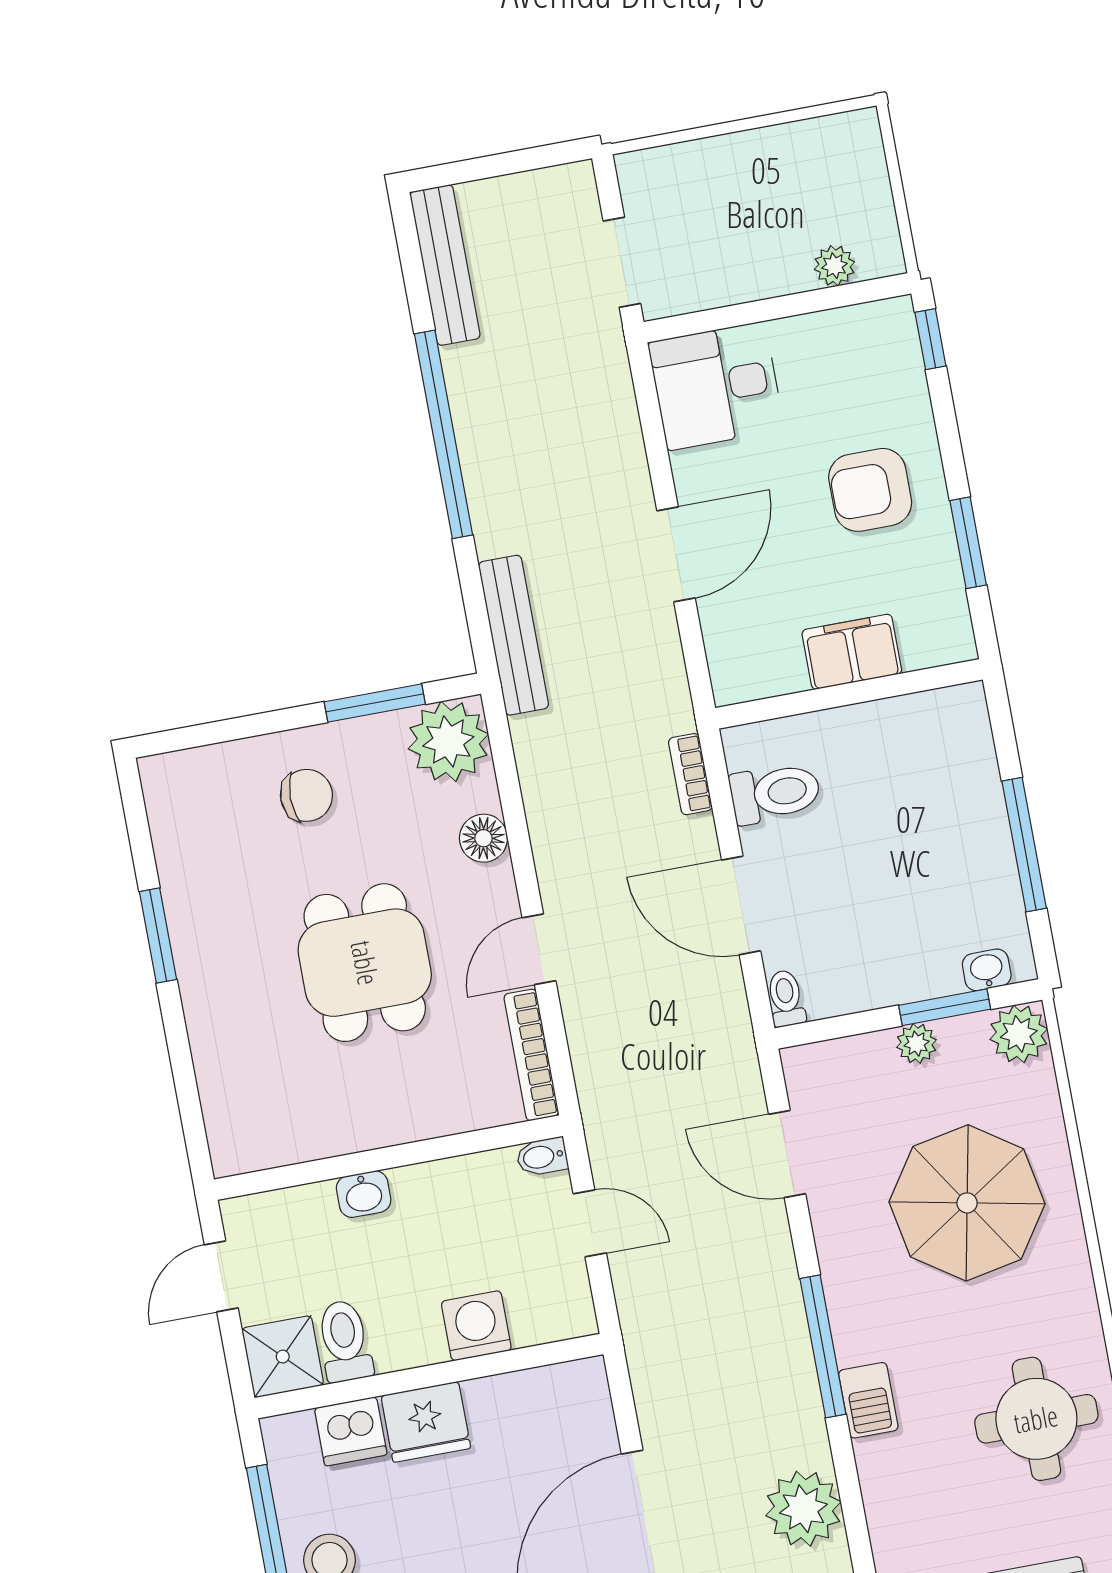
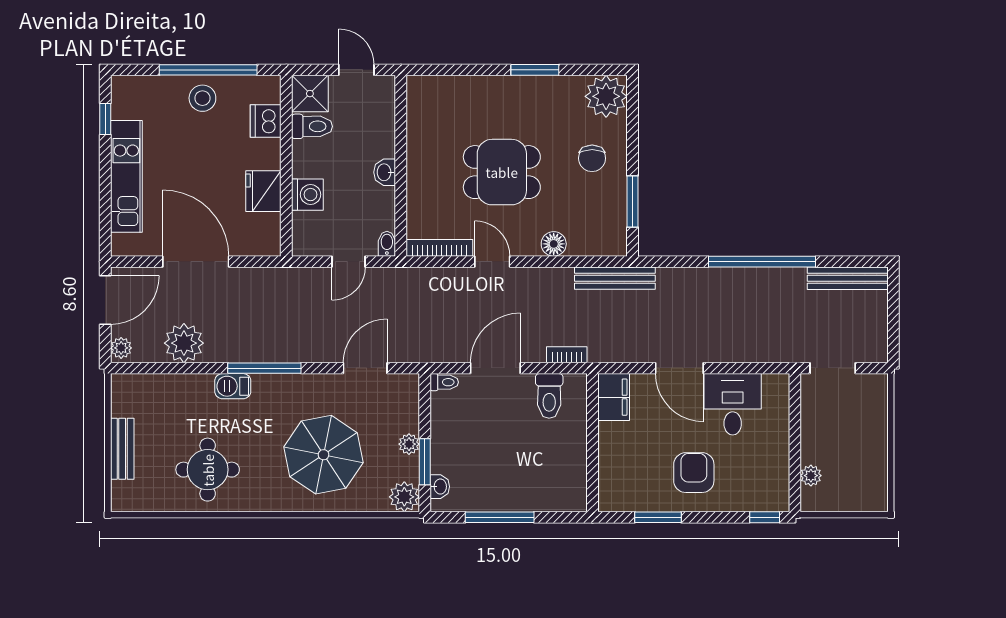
desk: (716, 386) -> (733, 404), moved
bench: (514, 635) -> (615, 278), moved
filing cabinet: (852, 652) -> (614, 397), moved
plant: (448, 741) -> (606, 96), moved
washbasin: (364, 1194) -> (385, 172), moved
fridge: (426, 1422) -> (263, 191), moved

